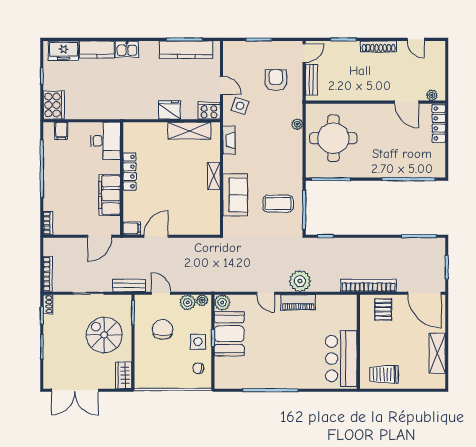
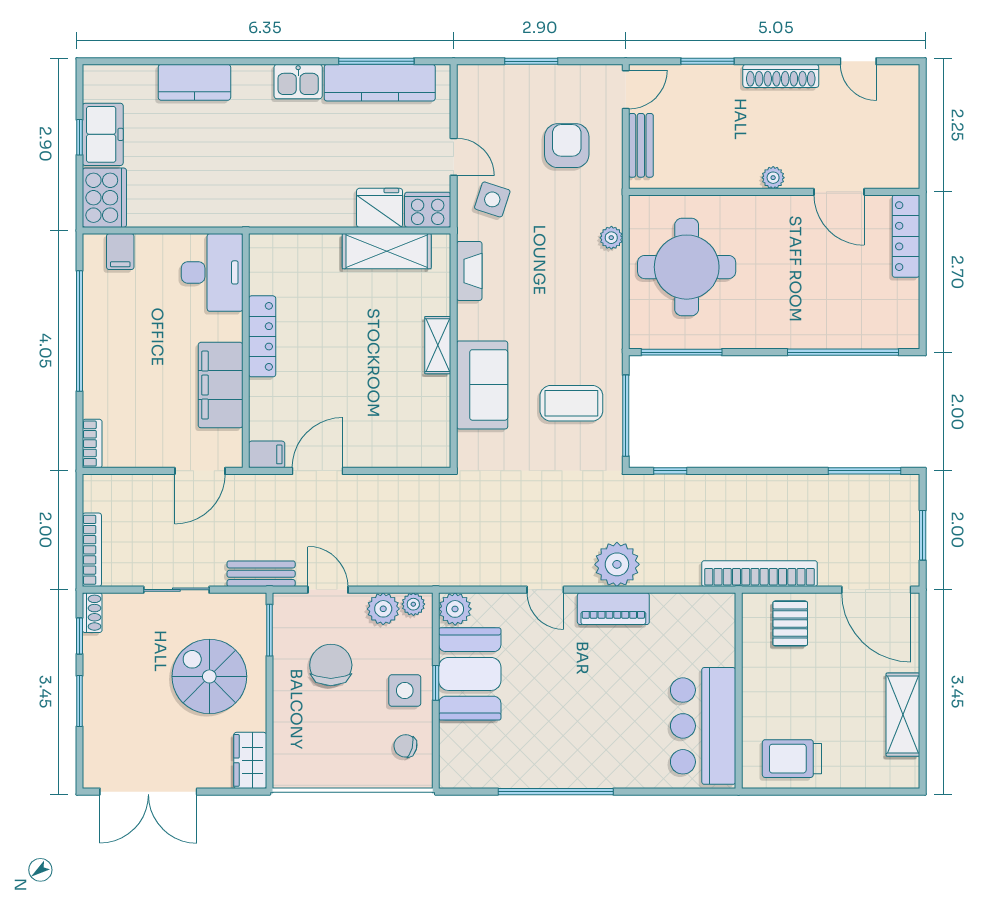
kitchen sink: (127, 49) -> (298, 82), moved
freezer: (64, 51) -> (103, 134), moved, turned -90
plant: (432, 95) -> (773, 178), moved
fridge: (169, 110) -> (380, 208), moved

